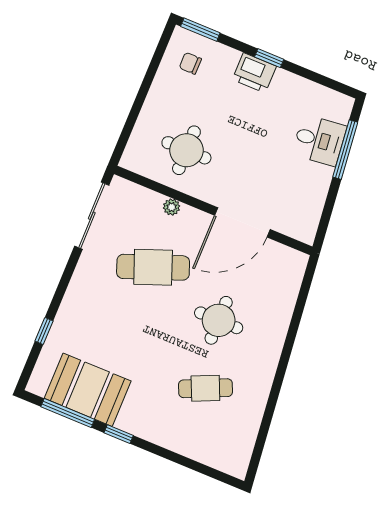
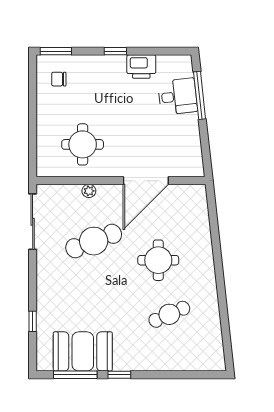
printer: (254, 73) -> (141, 67), moved

